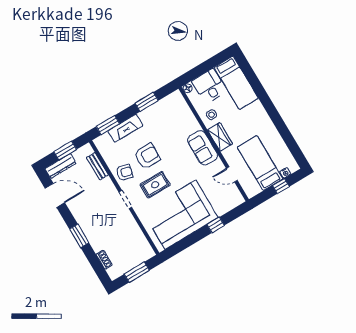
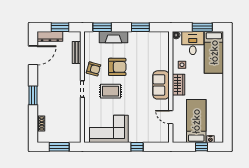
window: (209, 64) -> (202, 27), added
door: (55, 195) -> (33, 55), hinge flipped
corner sofa: (180, 215) -> (109, 129), width x0.73, depth x0.74

